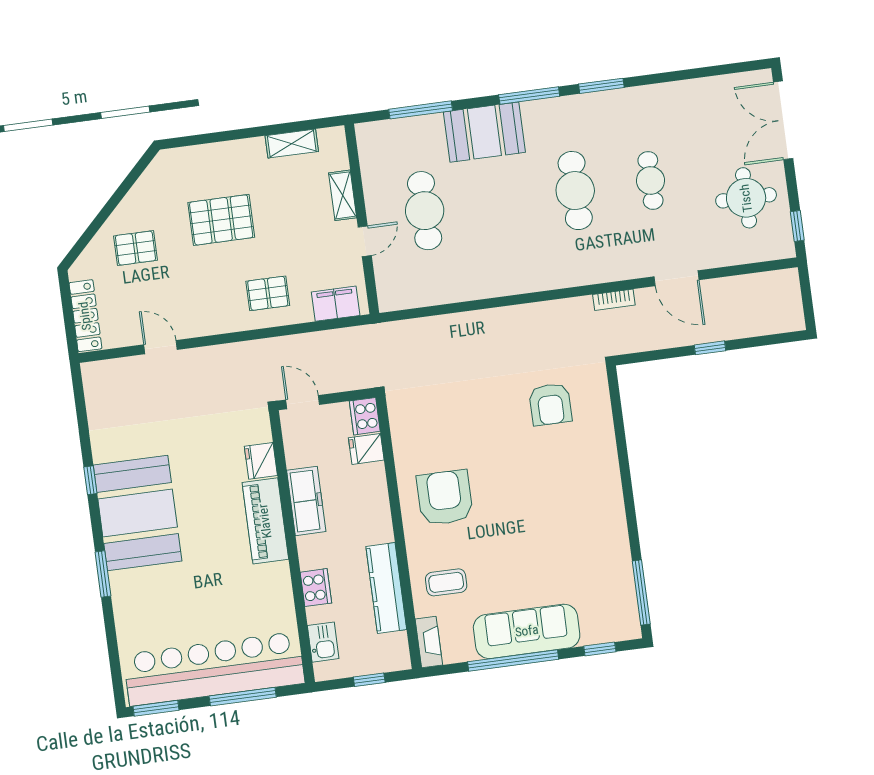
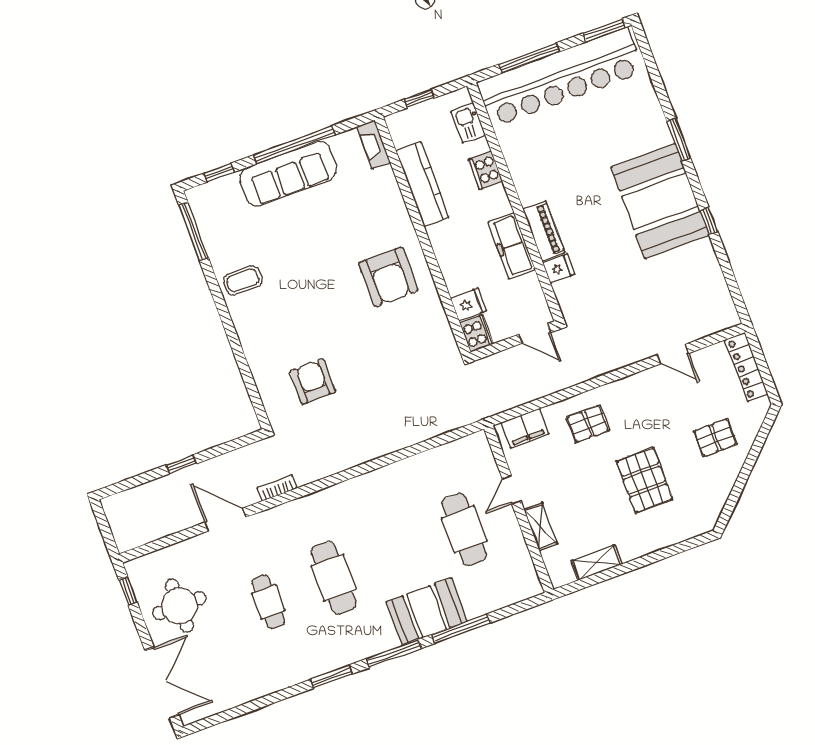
window: (421, 110) -> (461, 629), moved
pallet: (221, 220) -> (644, 480), turned 90
fridge: (261, 461) -> (559, 269), width x0.72
piano: (265, 521) -> (544, 231), width x0.73, depth x0.75
coffee table: (446, 582) -> (243, 280), moved

